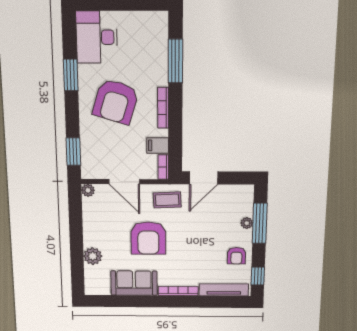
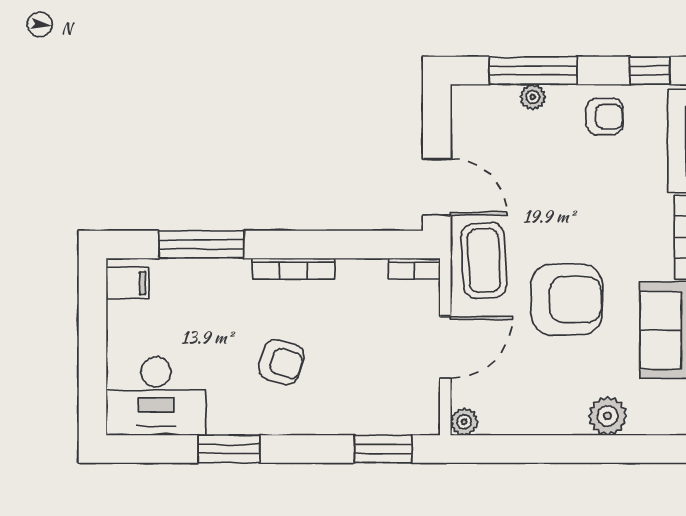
armchair: (116, 102) -> (281, 362), width x0.53, depth x0.53
filing cabinet: (158, 145) -> (128, 283), moved, turned -90
coffee table: (167, 200) -> (484, 260), width x1.36, depth x1.30

